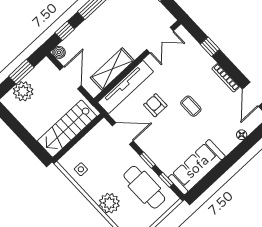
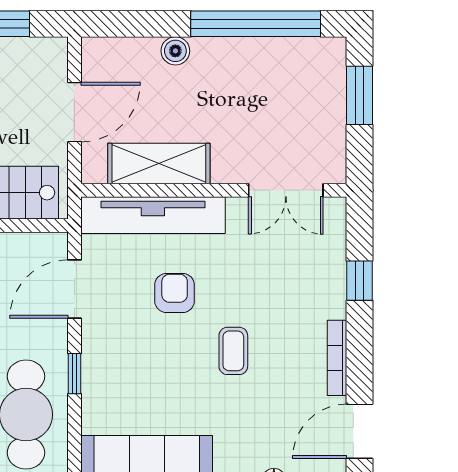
window: (65, 31) -> (139, 24), removed
boiler: (59, 52) -> (175, 51), moved
door: (123, 133) -> (74, 289), swing flipped
window: (166, 180) -> (74, 436), removed

